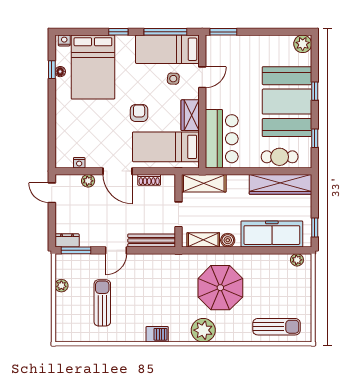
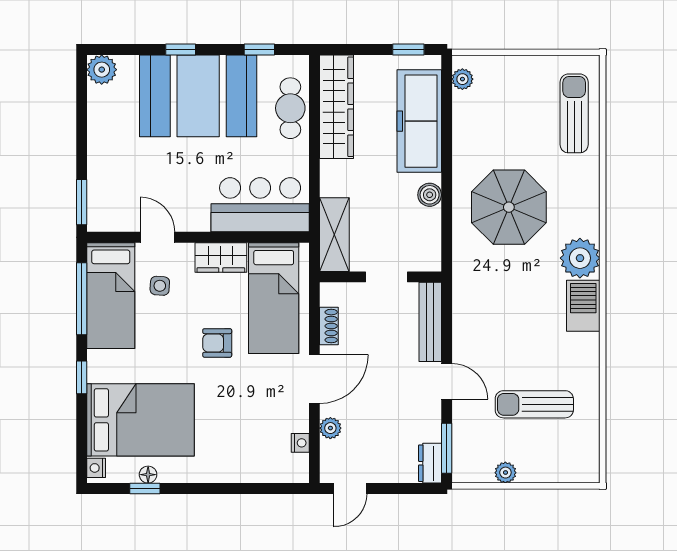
shelving: (203, 240) -> (429, 236), removed
plant: (203, 330) -> (580, 258), moved
barbecue: (157, 334) -> (583, 306), width x1.38, depth x1.27

